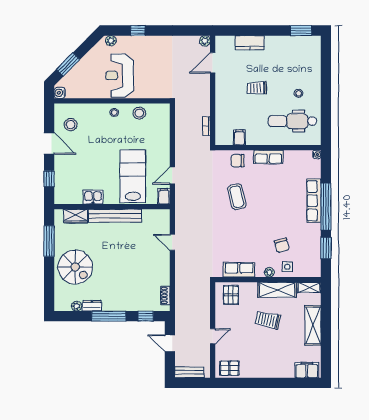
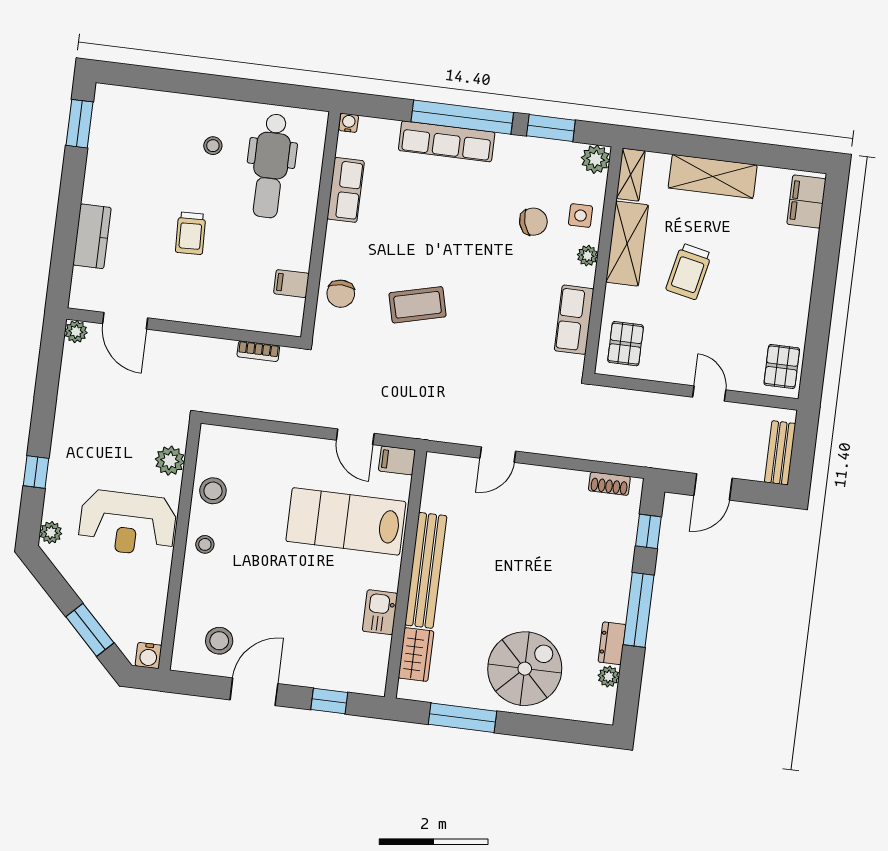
plant: (151, 92) -> (170, 461), added
row of seats: (268, 157) -> (346, 190), moved
plant: (314, 270) -> (596, 159), added
pallet: (231, 295) -> (626, 344), turned 90

